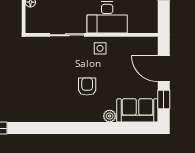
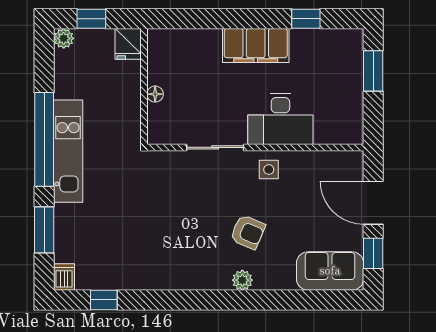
armchair: (87, 87) -> (248, 232), turned 113
plant: (110, 116) -> (242, 280), moved

